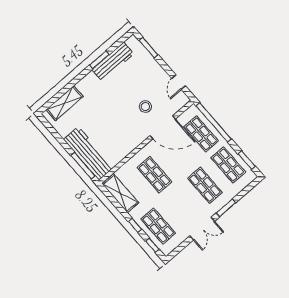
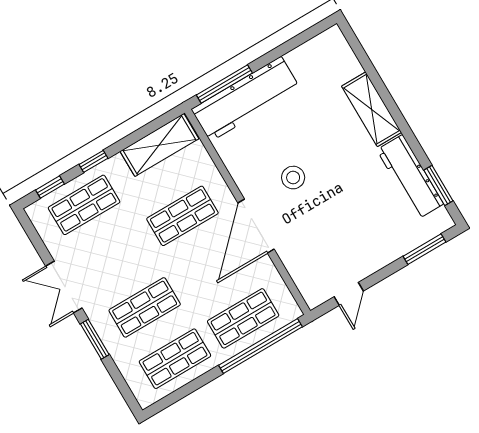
window: (99, 60) -> (438, 185), moved
door: (179, 82) -> (349, 294), swing flipped
shelving: (65, 103) -> (372, 109), moved
stool: (145, 107) -> (293, 178), moved
door: (163, 127) -> (256, 226), moved
window: (247, 160) -> (178, 395), removed

